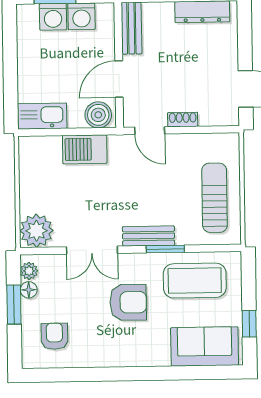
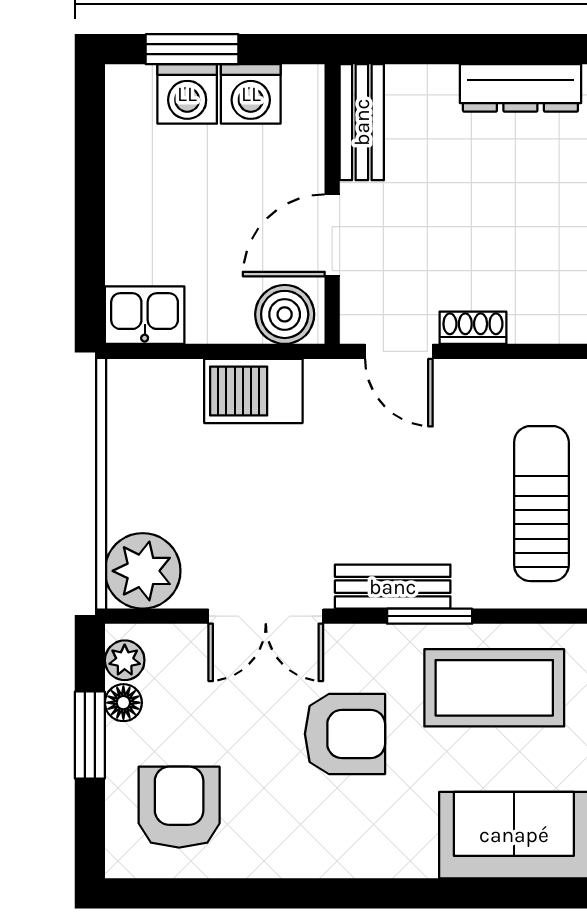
kitchen sink: (42, 116) -> (145, 315), width x0.73
armchair: (54, 336) -> (179, 807), width x1.38, depth x1.38

